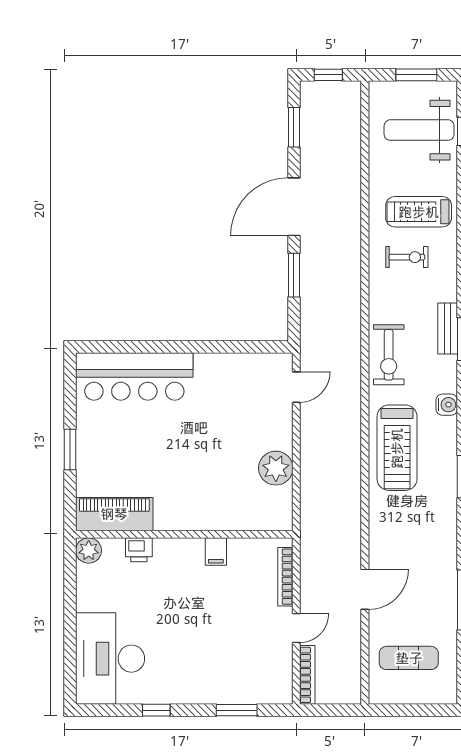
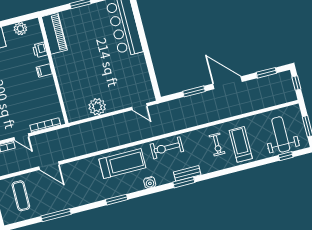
treadmill: (397, 448) -> (122, 164), turned 180
plant: (89, 550) -> (20, 29), moved
filing cabinet: (216, 552) -> (44, 70), moved

